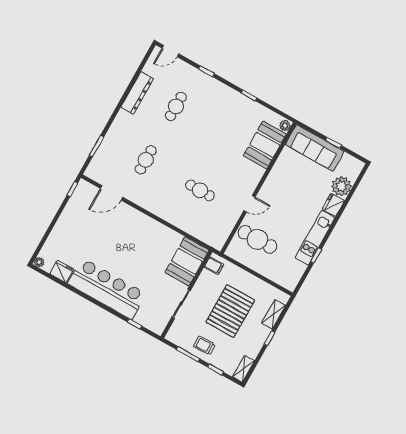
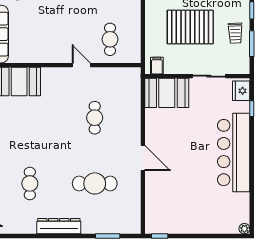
dresser: (137, 93) -> (59, 226), moved
cafe table: (176, 106) -> (30, 183), turned 90
cafe table: (146, 160) -> (95, 183), width x1.37, depth x1.35
door: (112, 193) -> (143, 158), moved
cafe table: (257, 239) -> (110, 39), width x0.73, depth x0.74
fridge: (62, 271) -> (241, 91), moved

